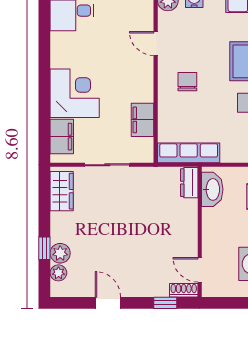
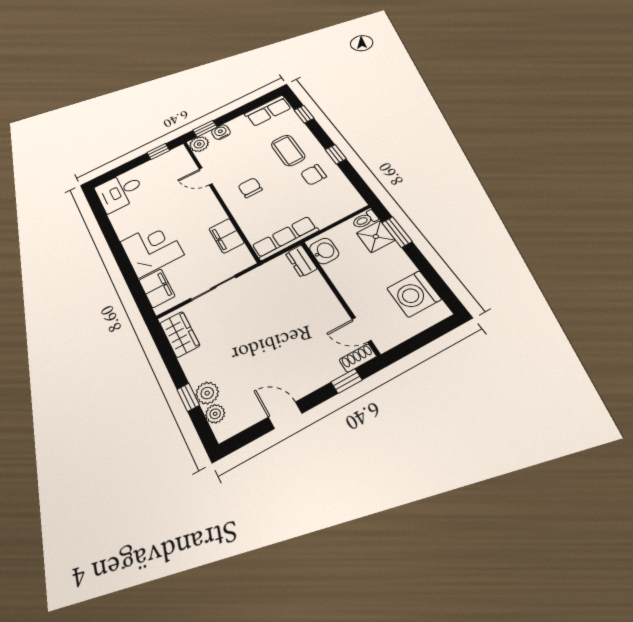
washbasin: (212, 189) -> (324, 251), width x0.72

